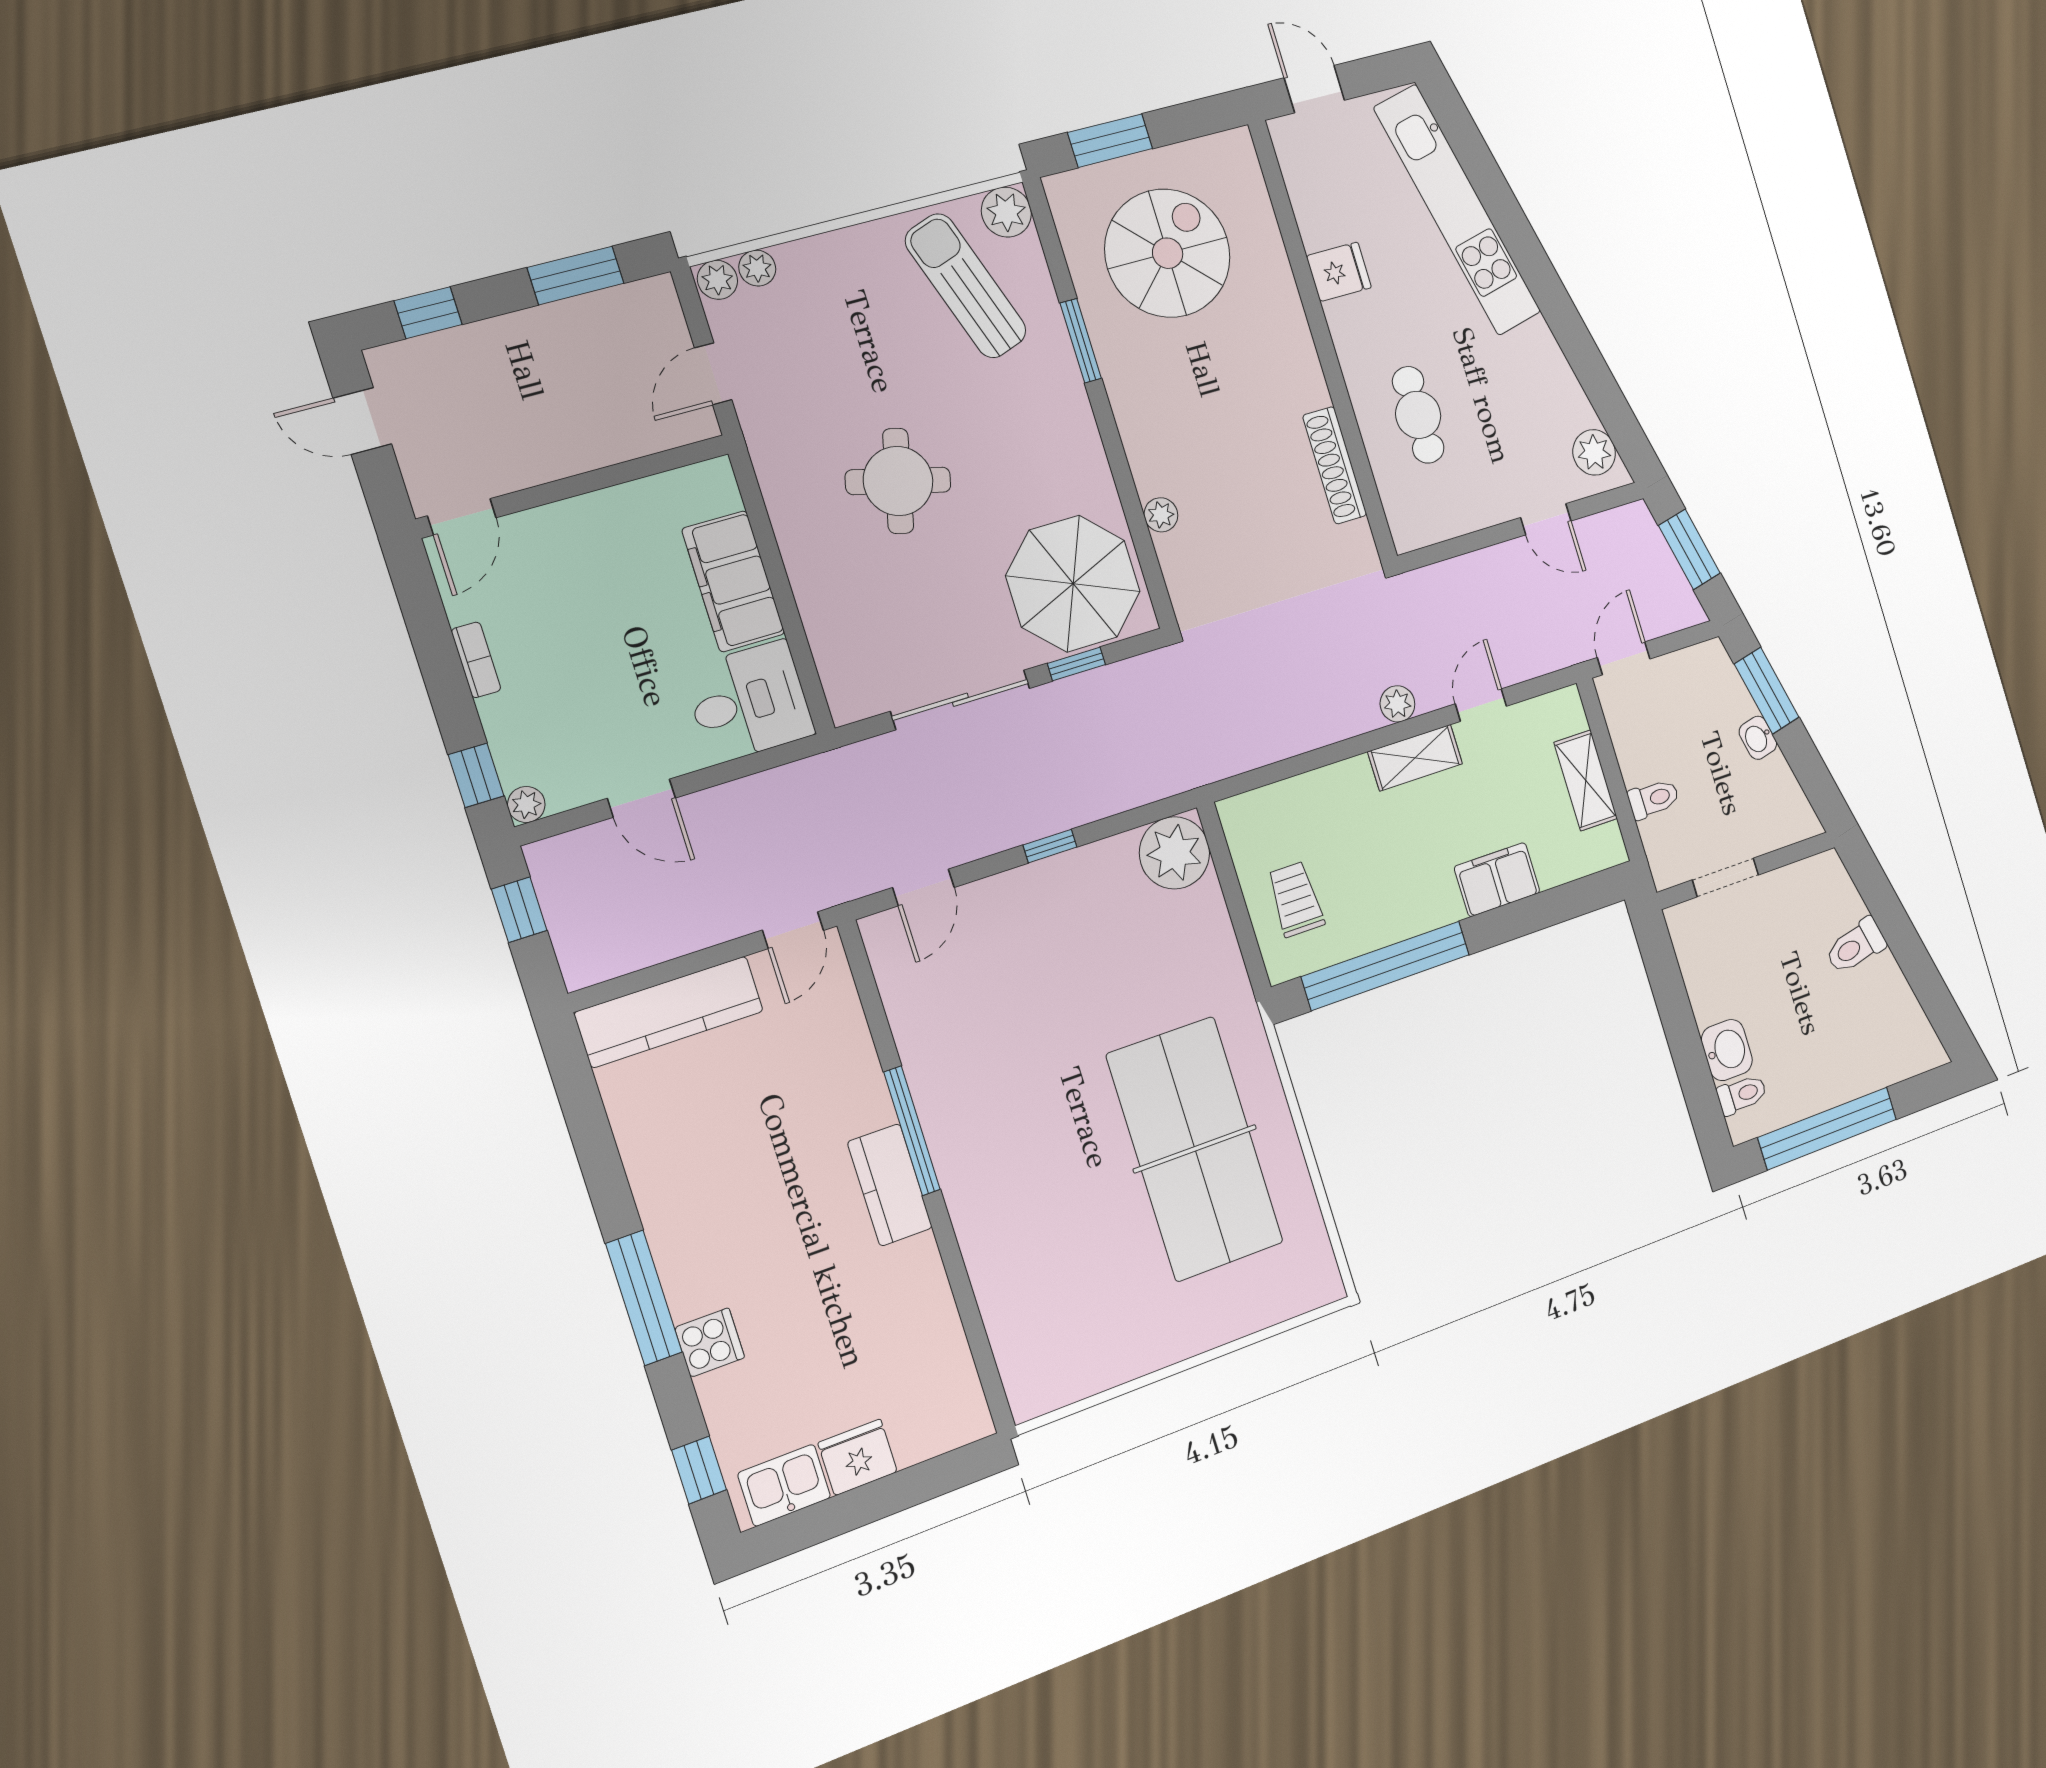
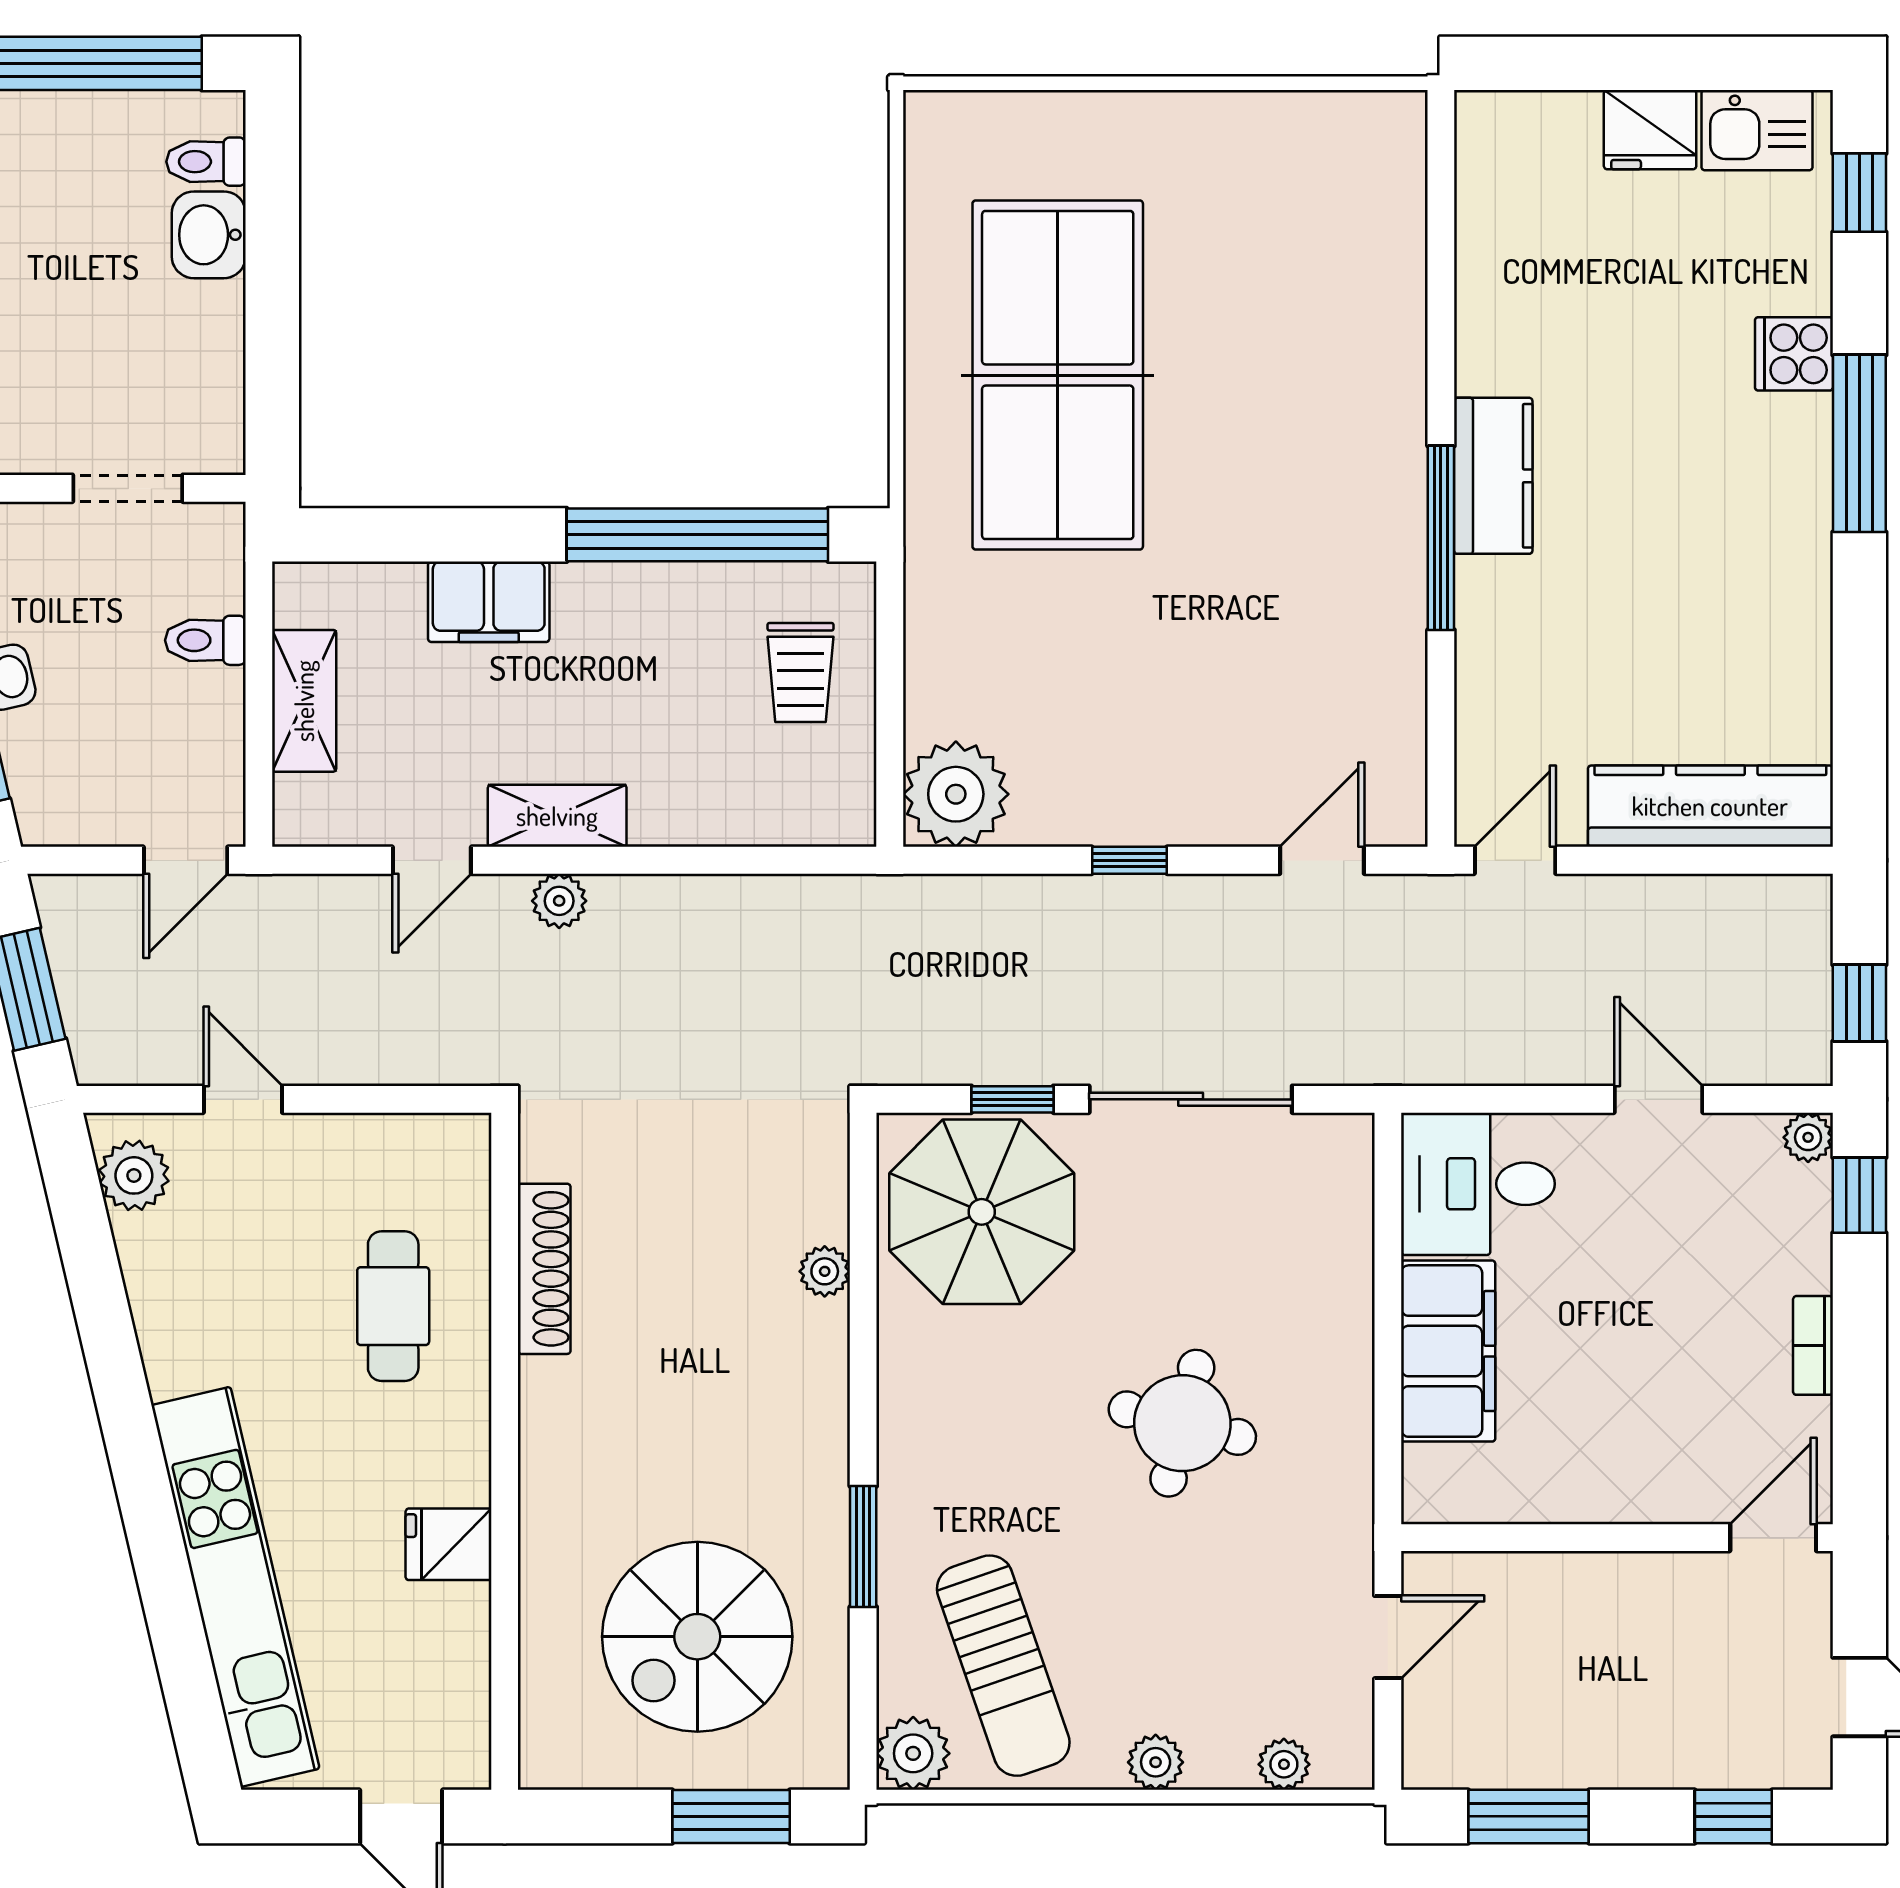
plant: (717, 280) -> (1156, 1762), moved

